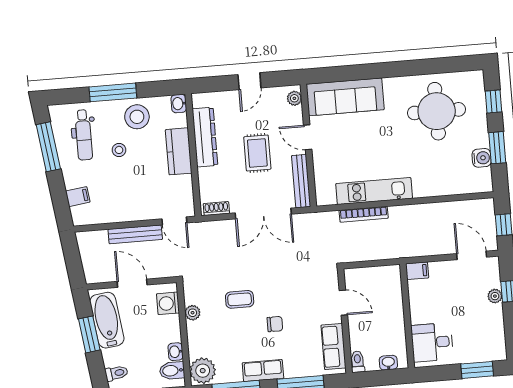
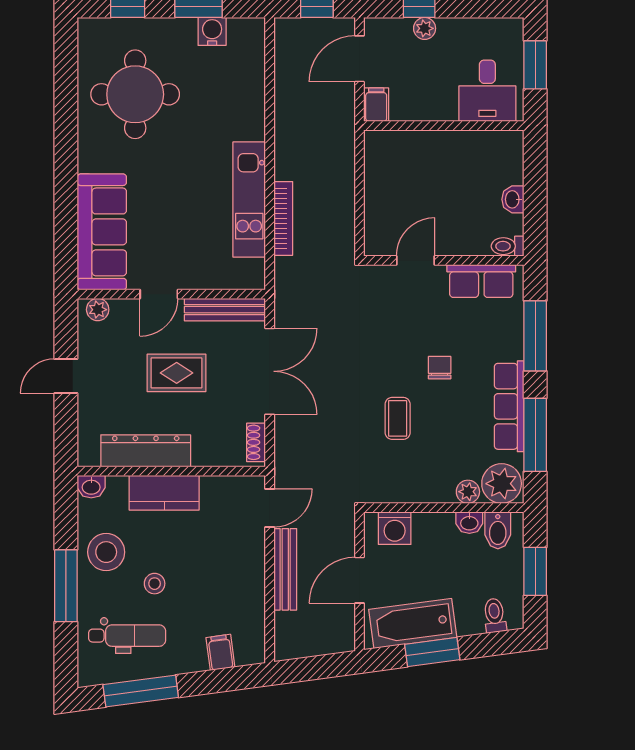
door: (249, 81) -> (66, 376), swing flipped
filing cabinet: (417, 271) -> (376, 105), moved
plant: (193, 313) -> (468, 492), moved
wall: (407, 316) -> (444, 126), moved
desk: (432, 342) -> (487, 91), moved
row of seats: (263, 371) -> (509, 406), width x1.48

